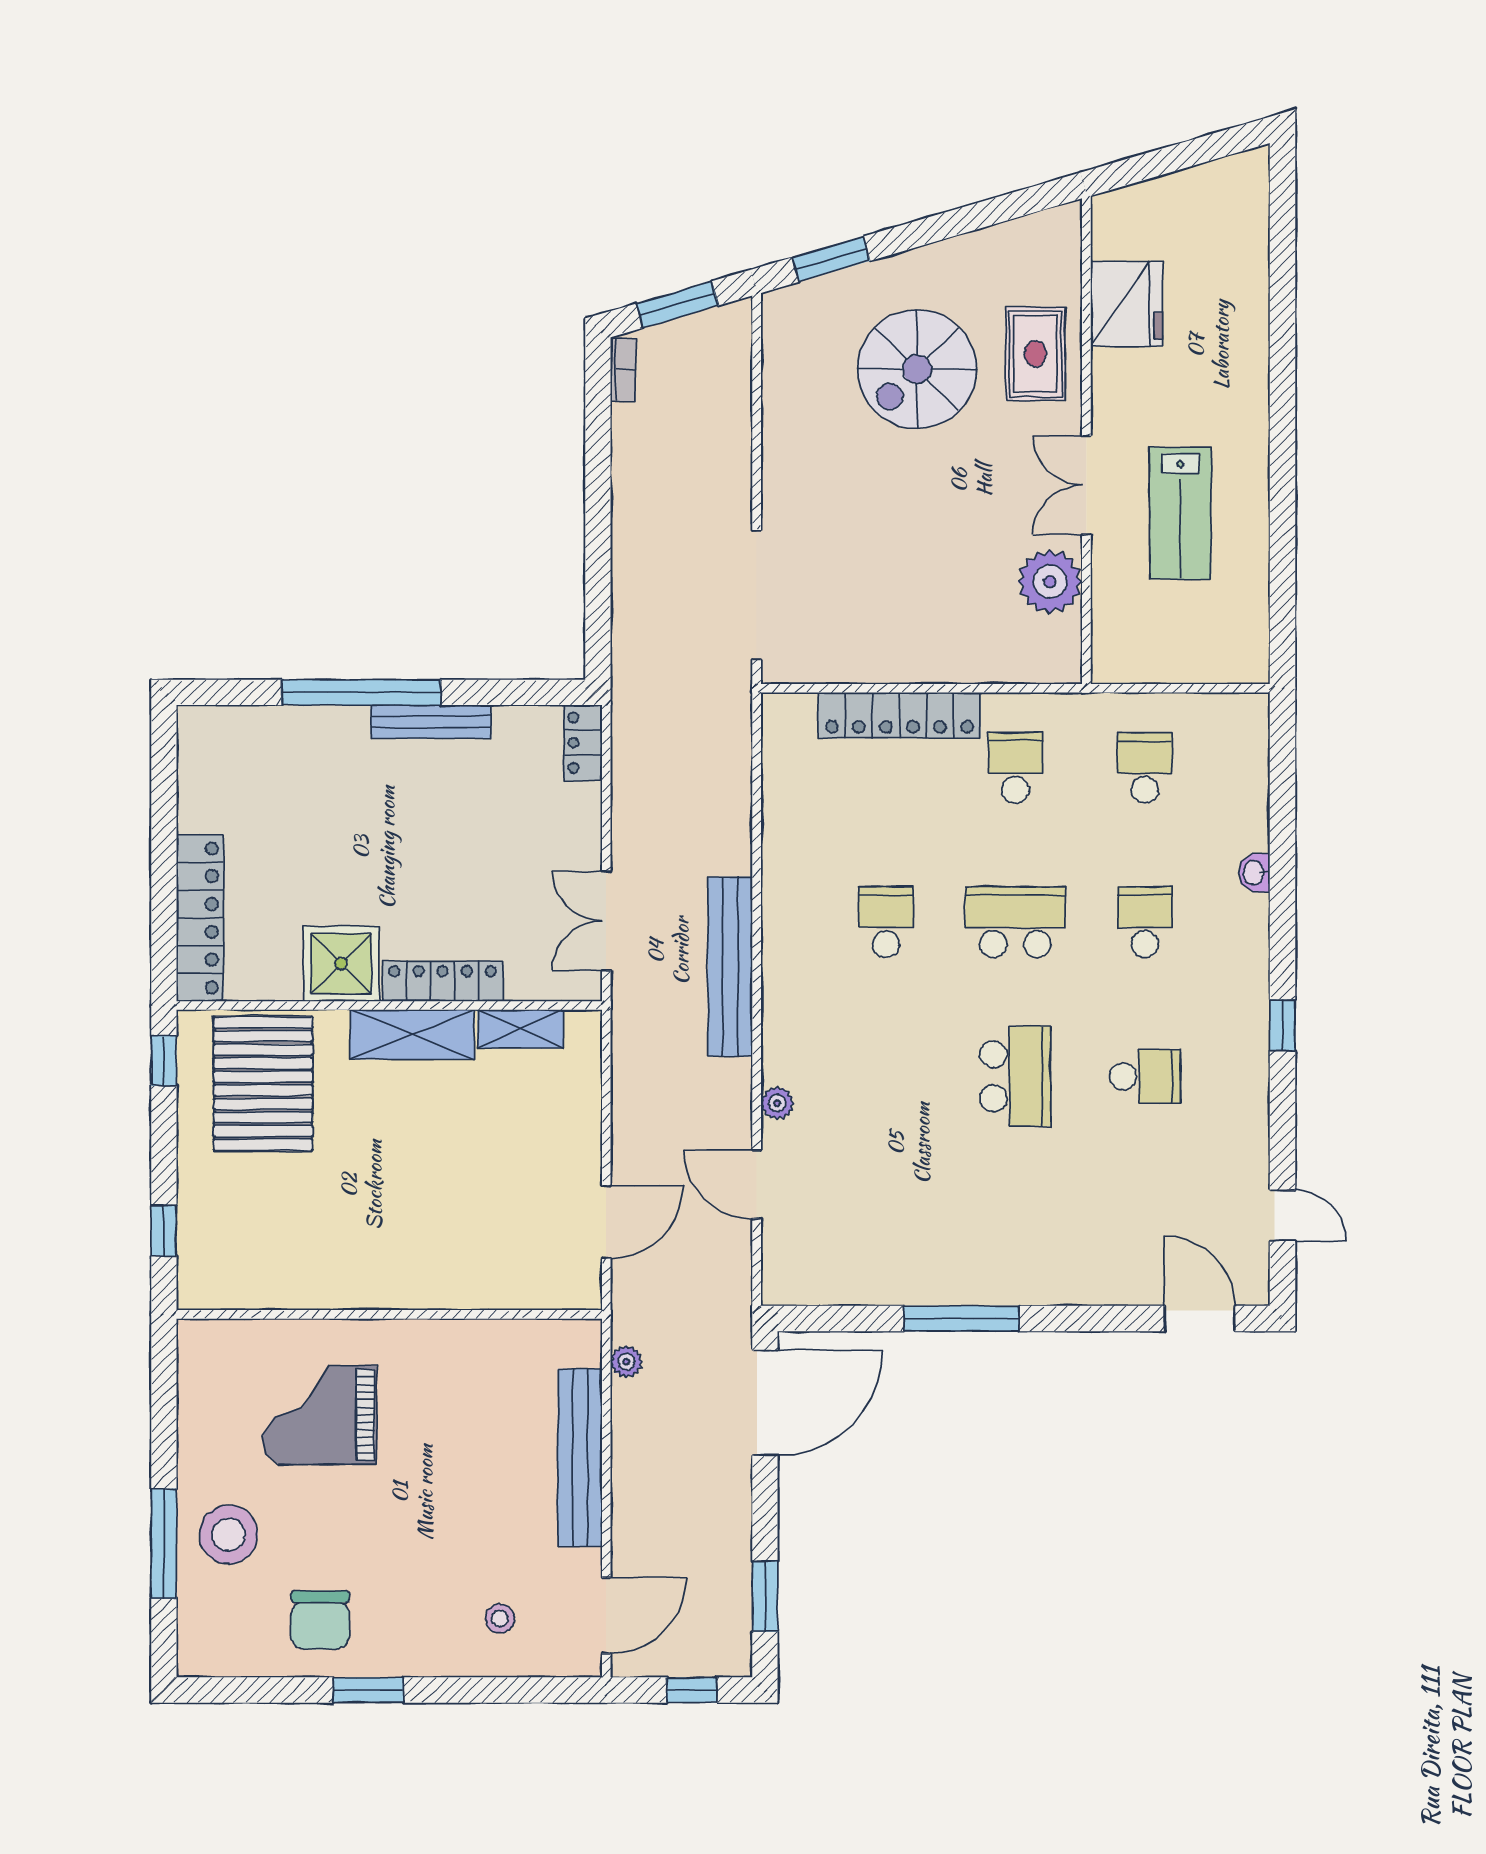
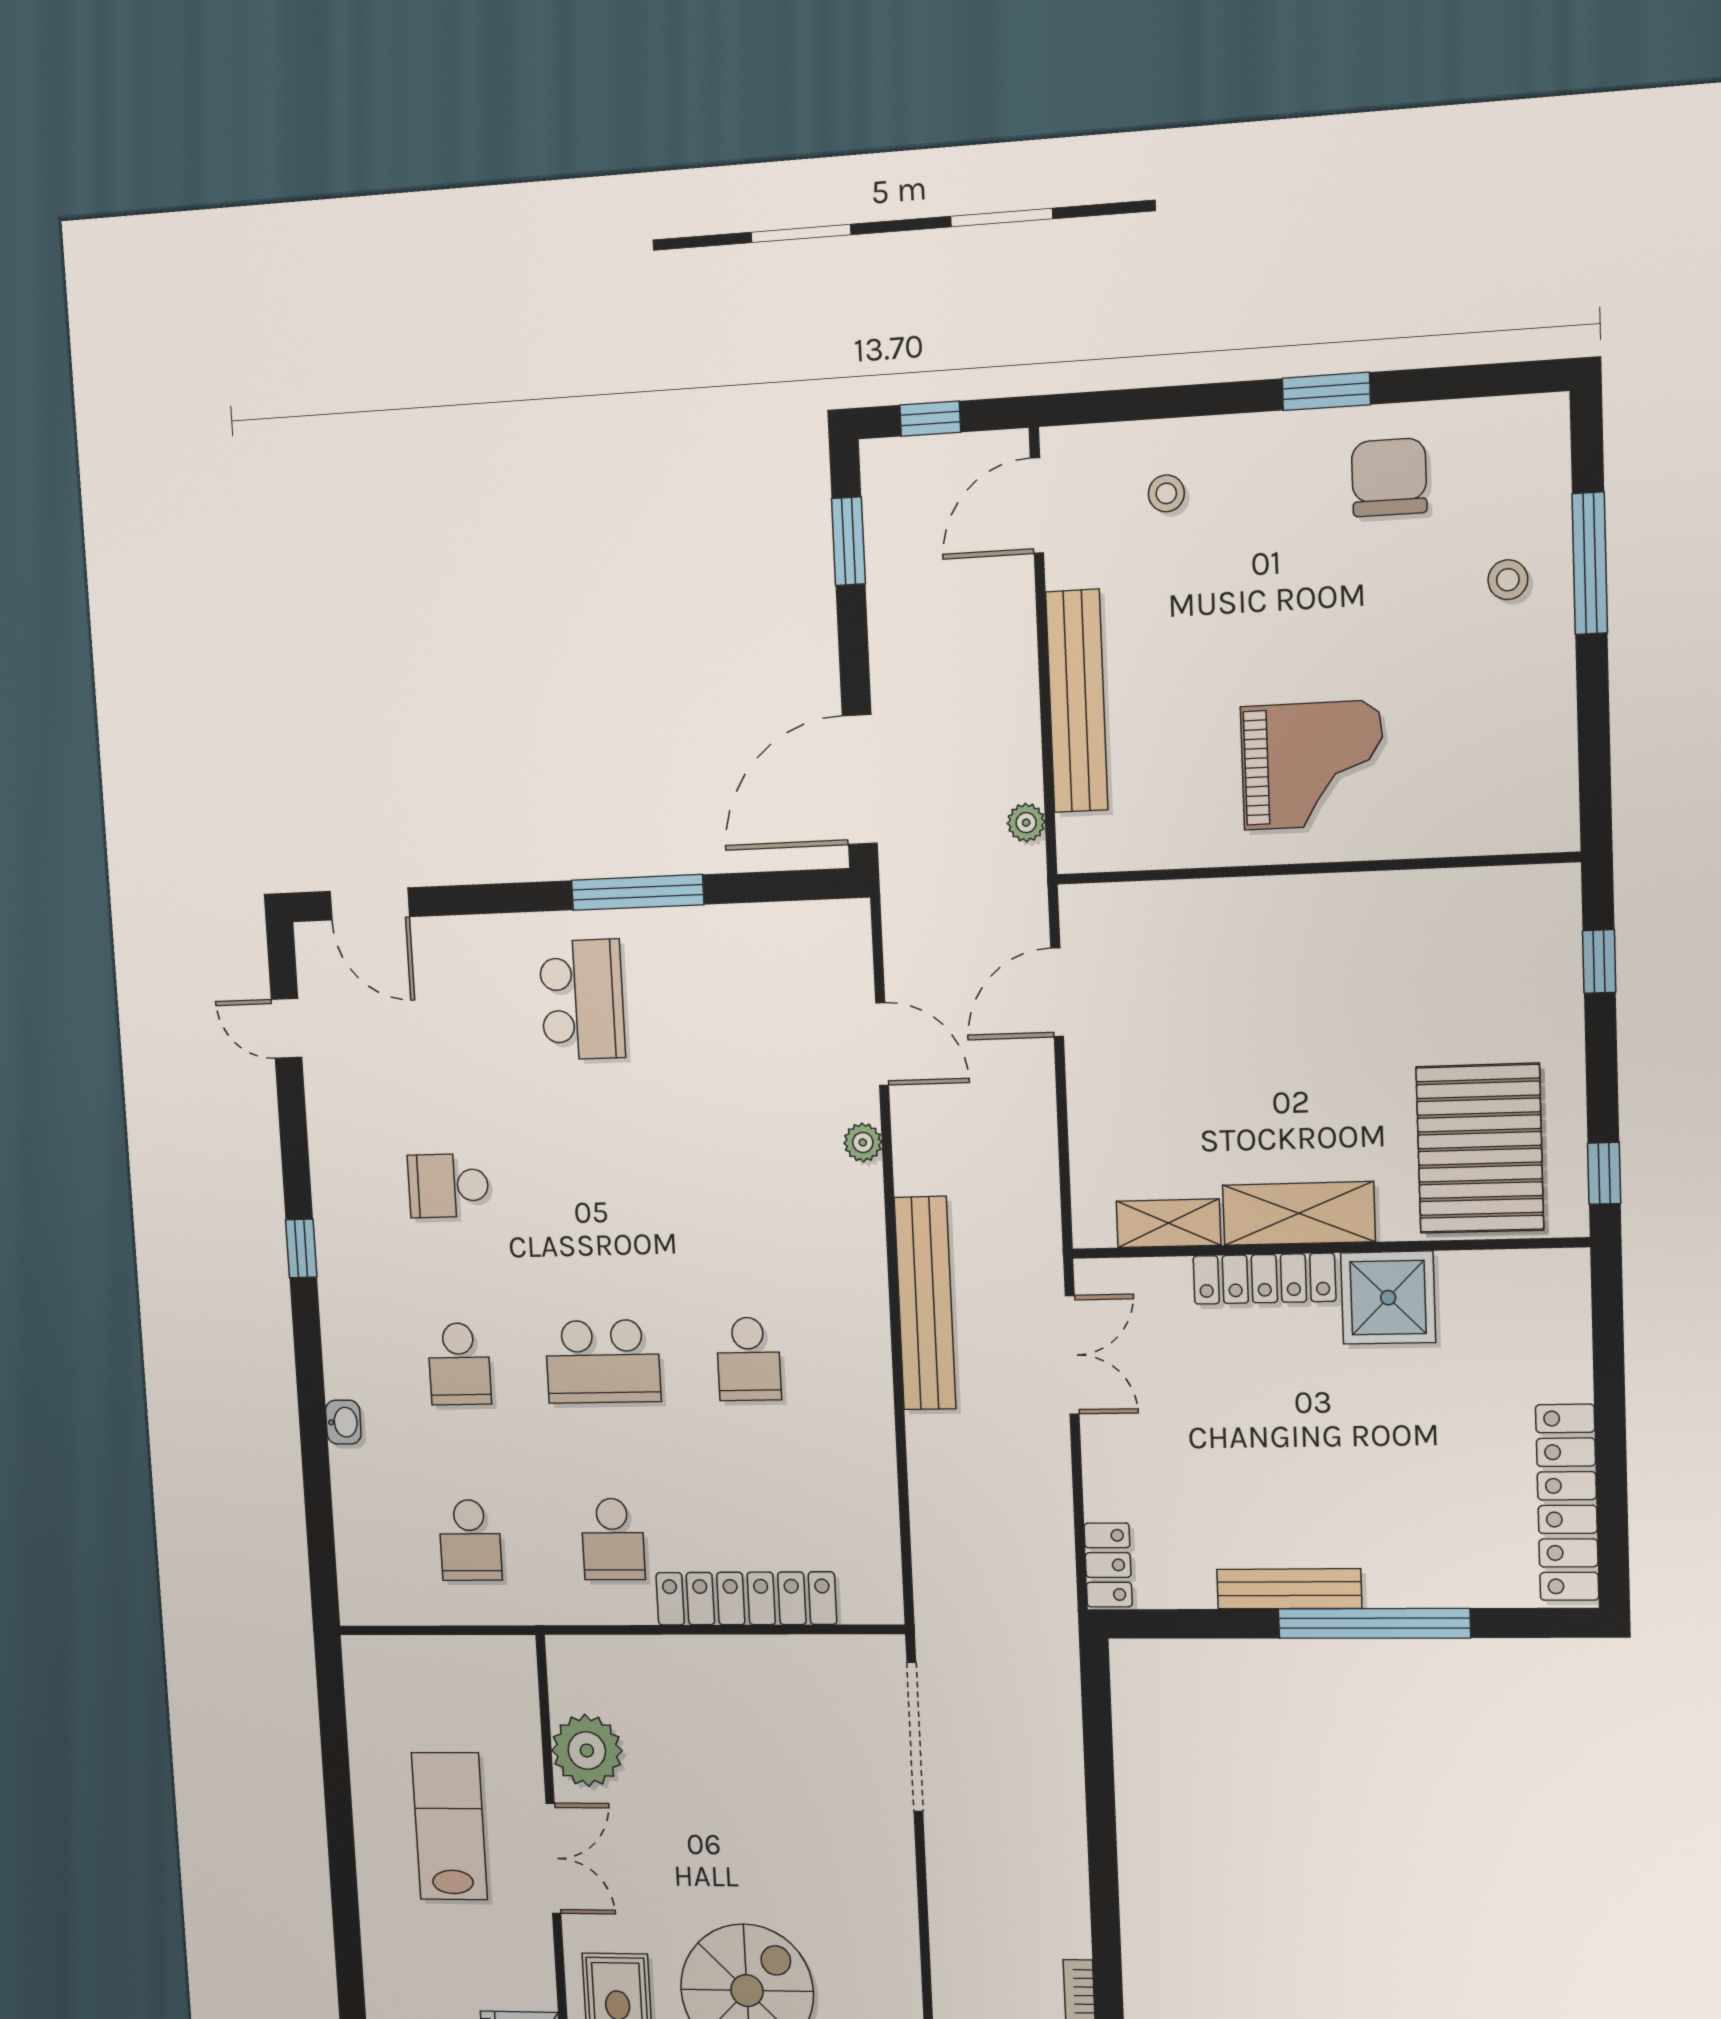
locker: (200, 918) -> (1567, 1503), moved
school desk: (1015, 1076) -> (582, 1000), moved, turned 180
grand piano: (320, 1415) -> (1313, 765), moved
stool: (228, 1535) -> (1508, 580), width x0.53, depth x0.53

